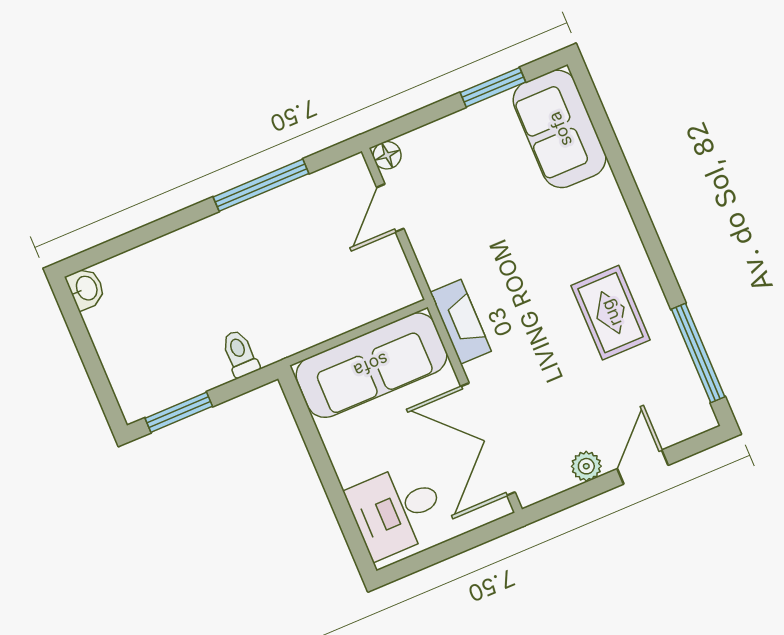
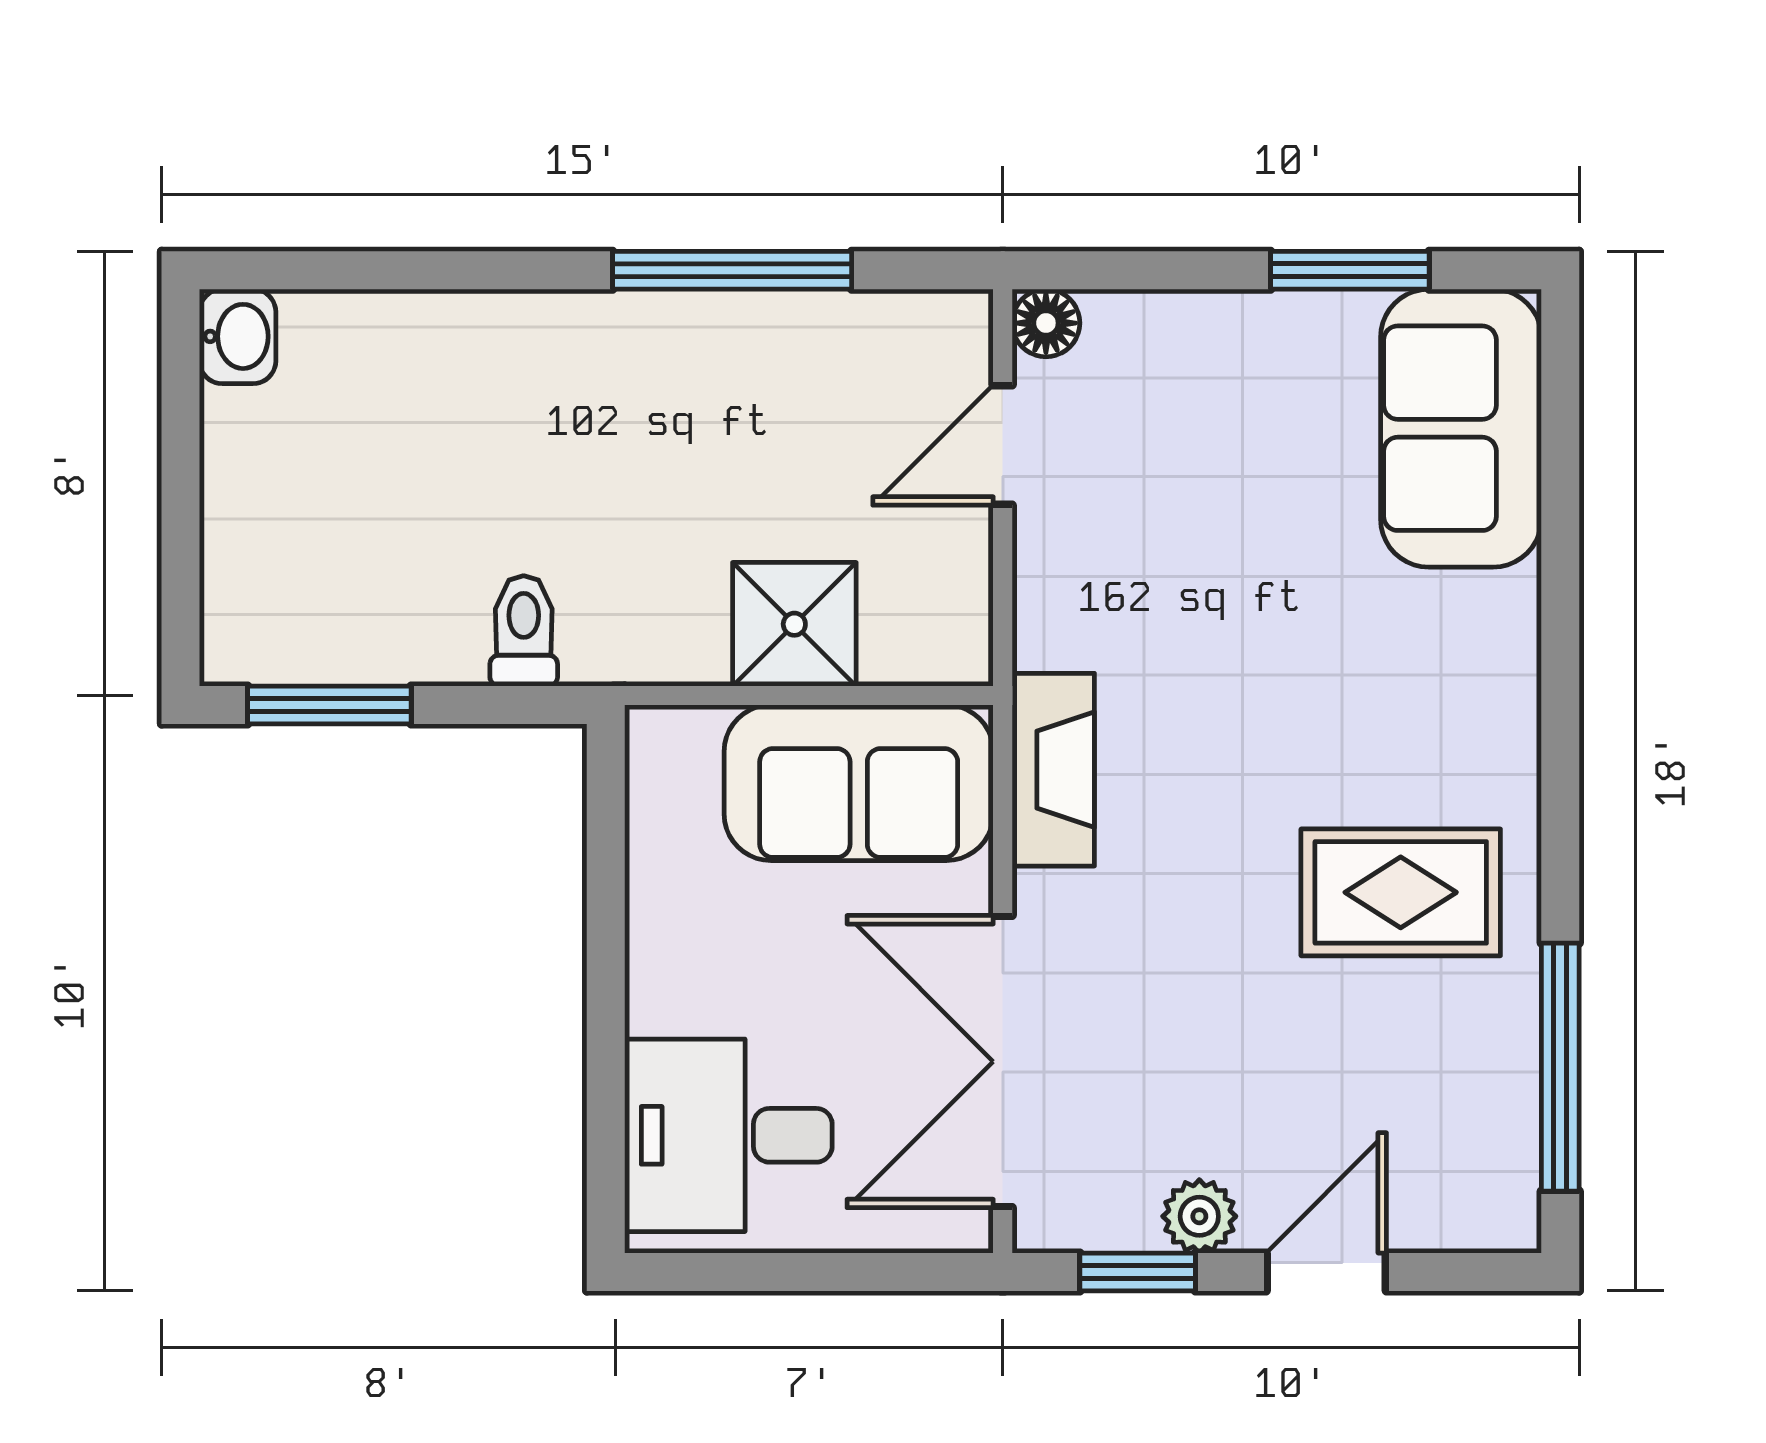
shower: (340, 308) -> (794, 624), added
rug: (611, 313) -> (1401, 892), turned 90
sofa: (371, 365) -> (859, 783), width x0.73
window: (572, 497) -> (1138, 1272), added

